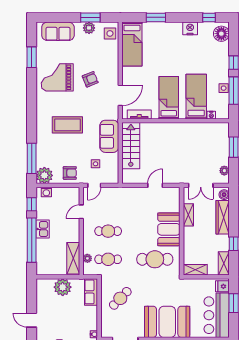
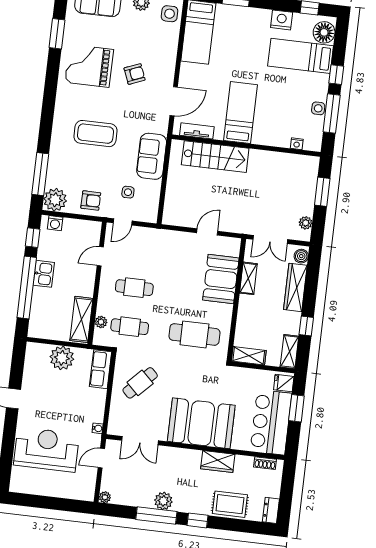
bed: (196, 97) -> (301, 56), moved, turned -90
stairs: (131, 146) -> (215, 157), moved, turned 90
booth: (169, 229) -> (221, 279), moved

